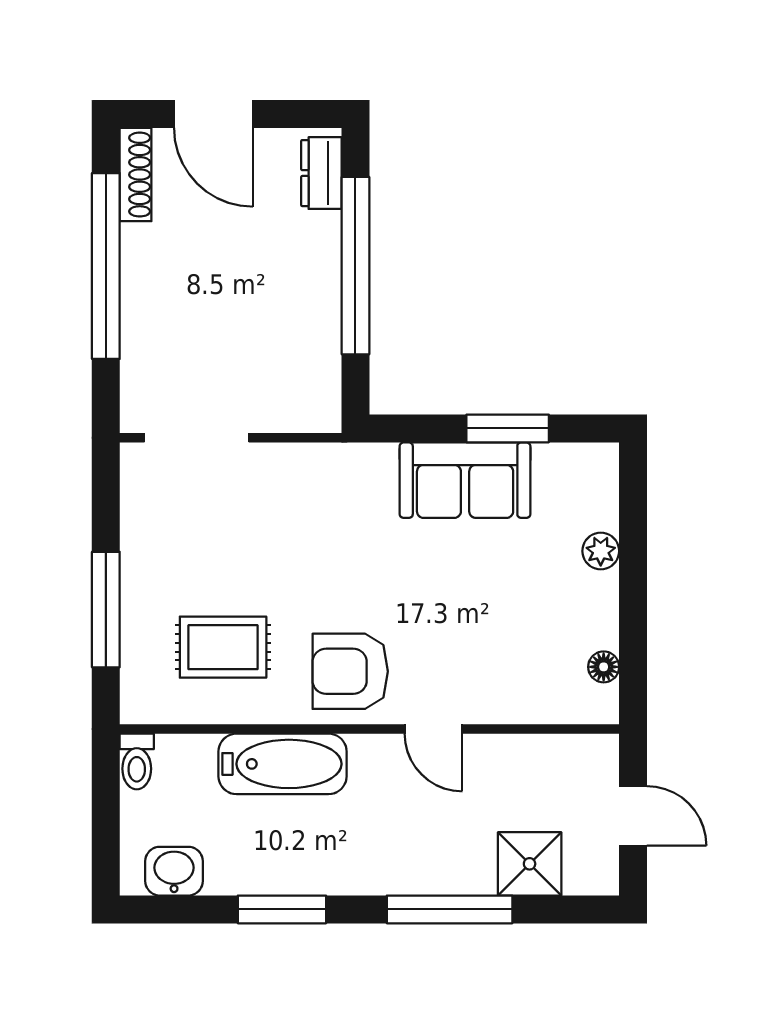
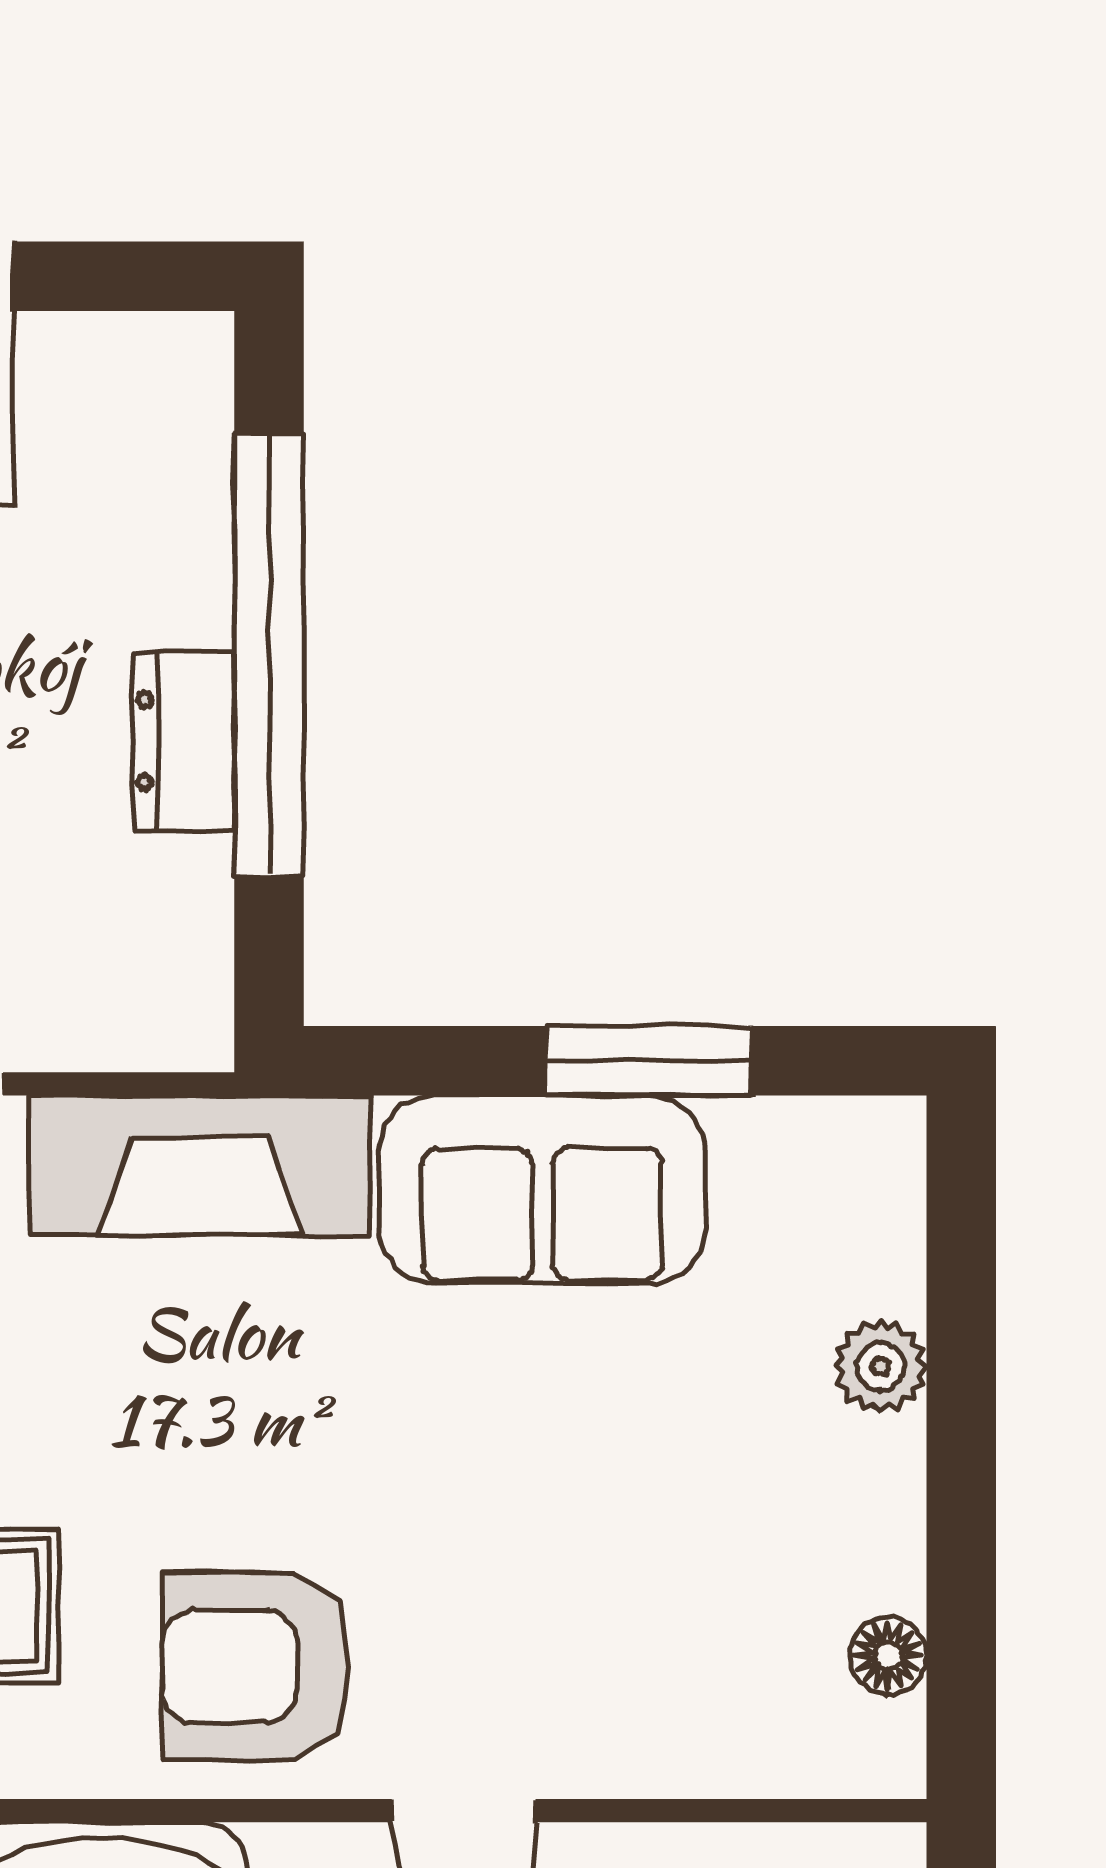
dresser: (321, 173) -> (184, 741), moved
fireplace: (328, 470) -> (200, 1165), added

